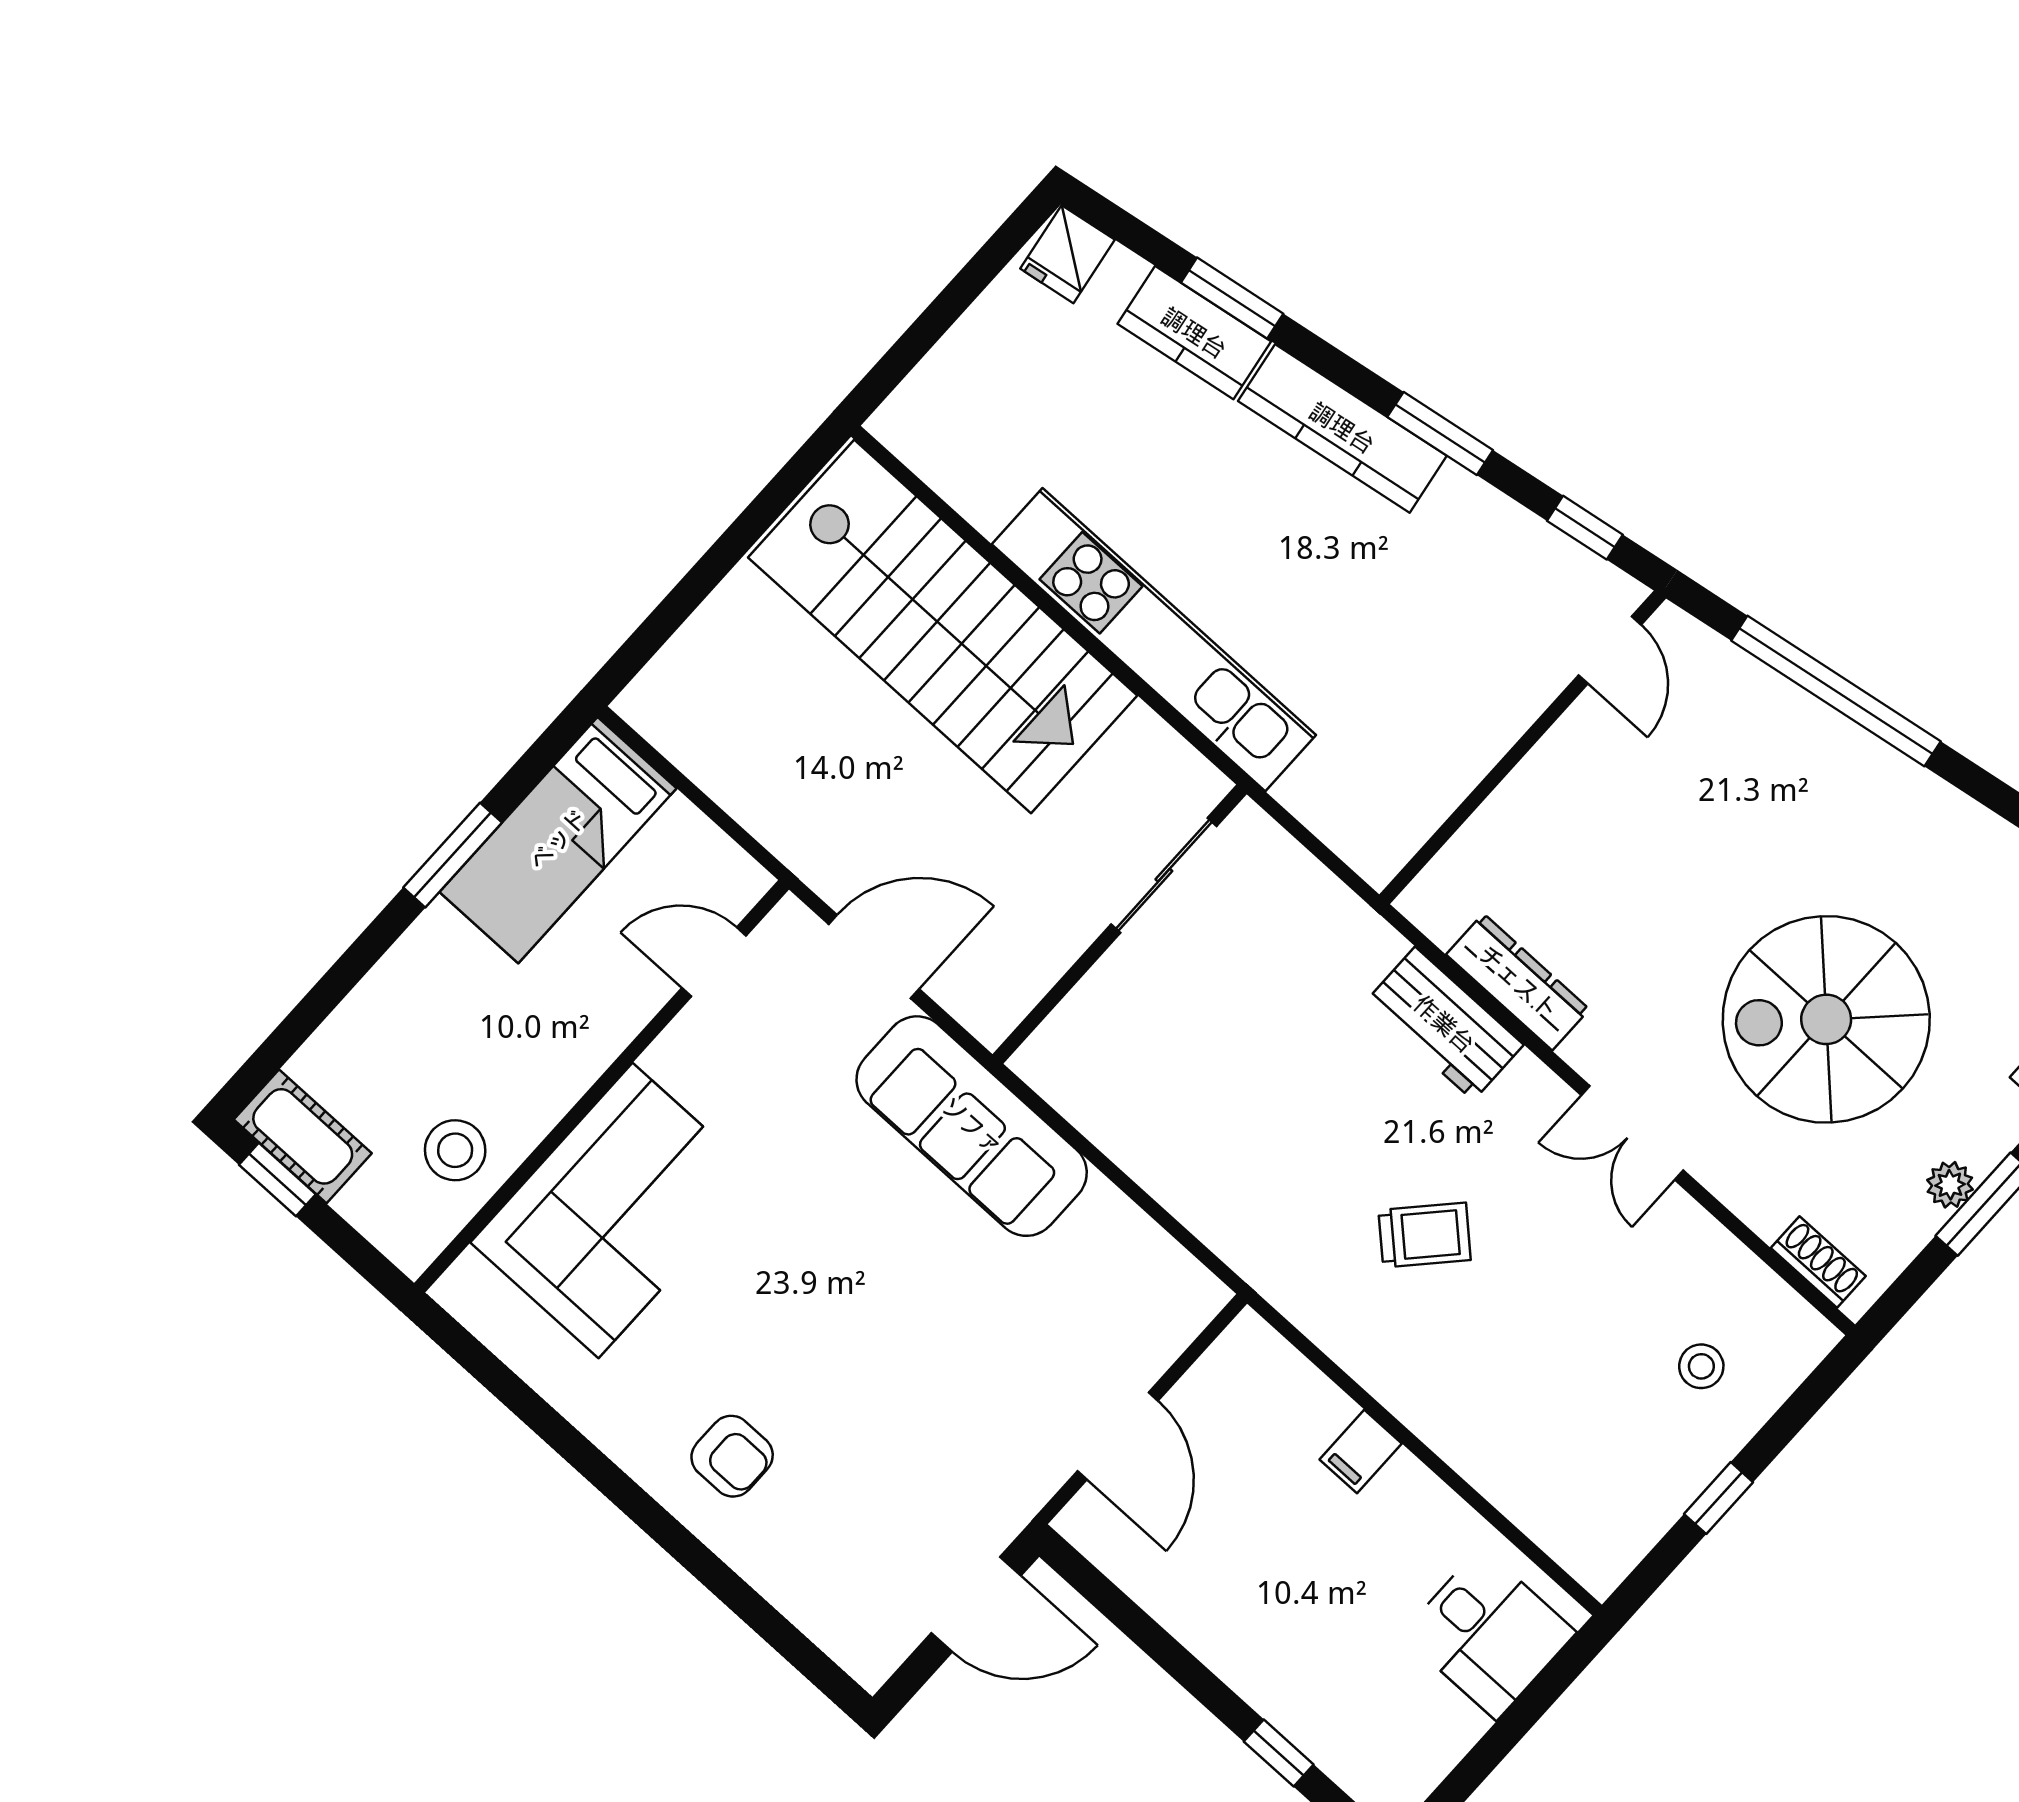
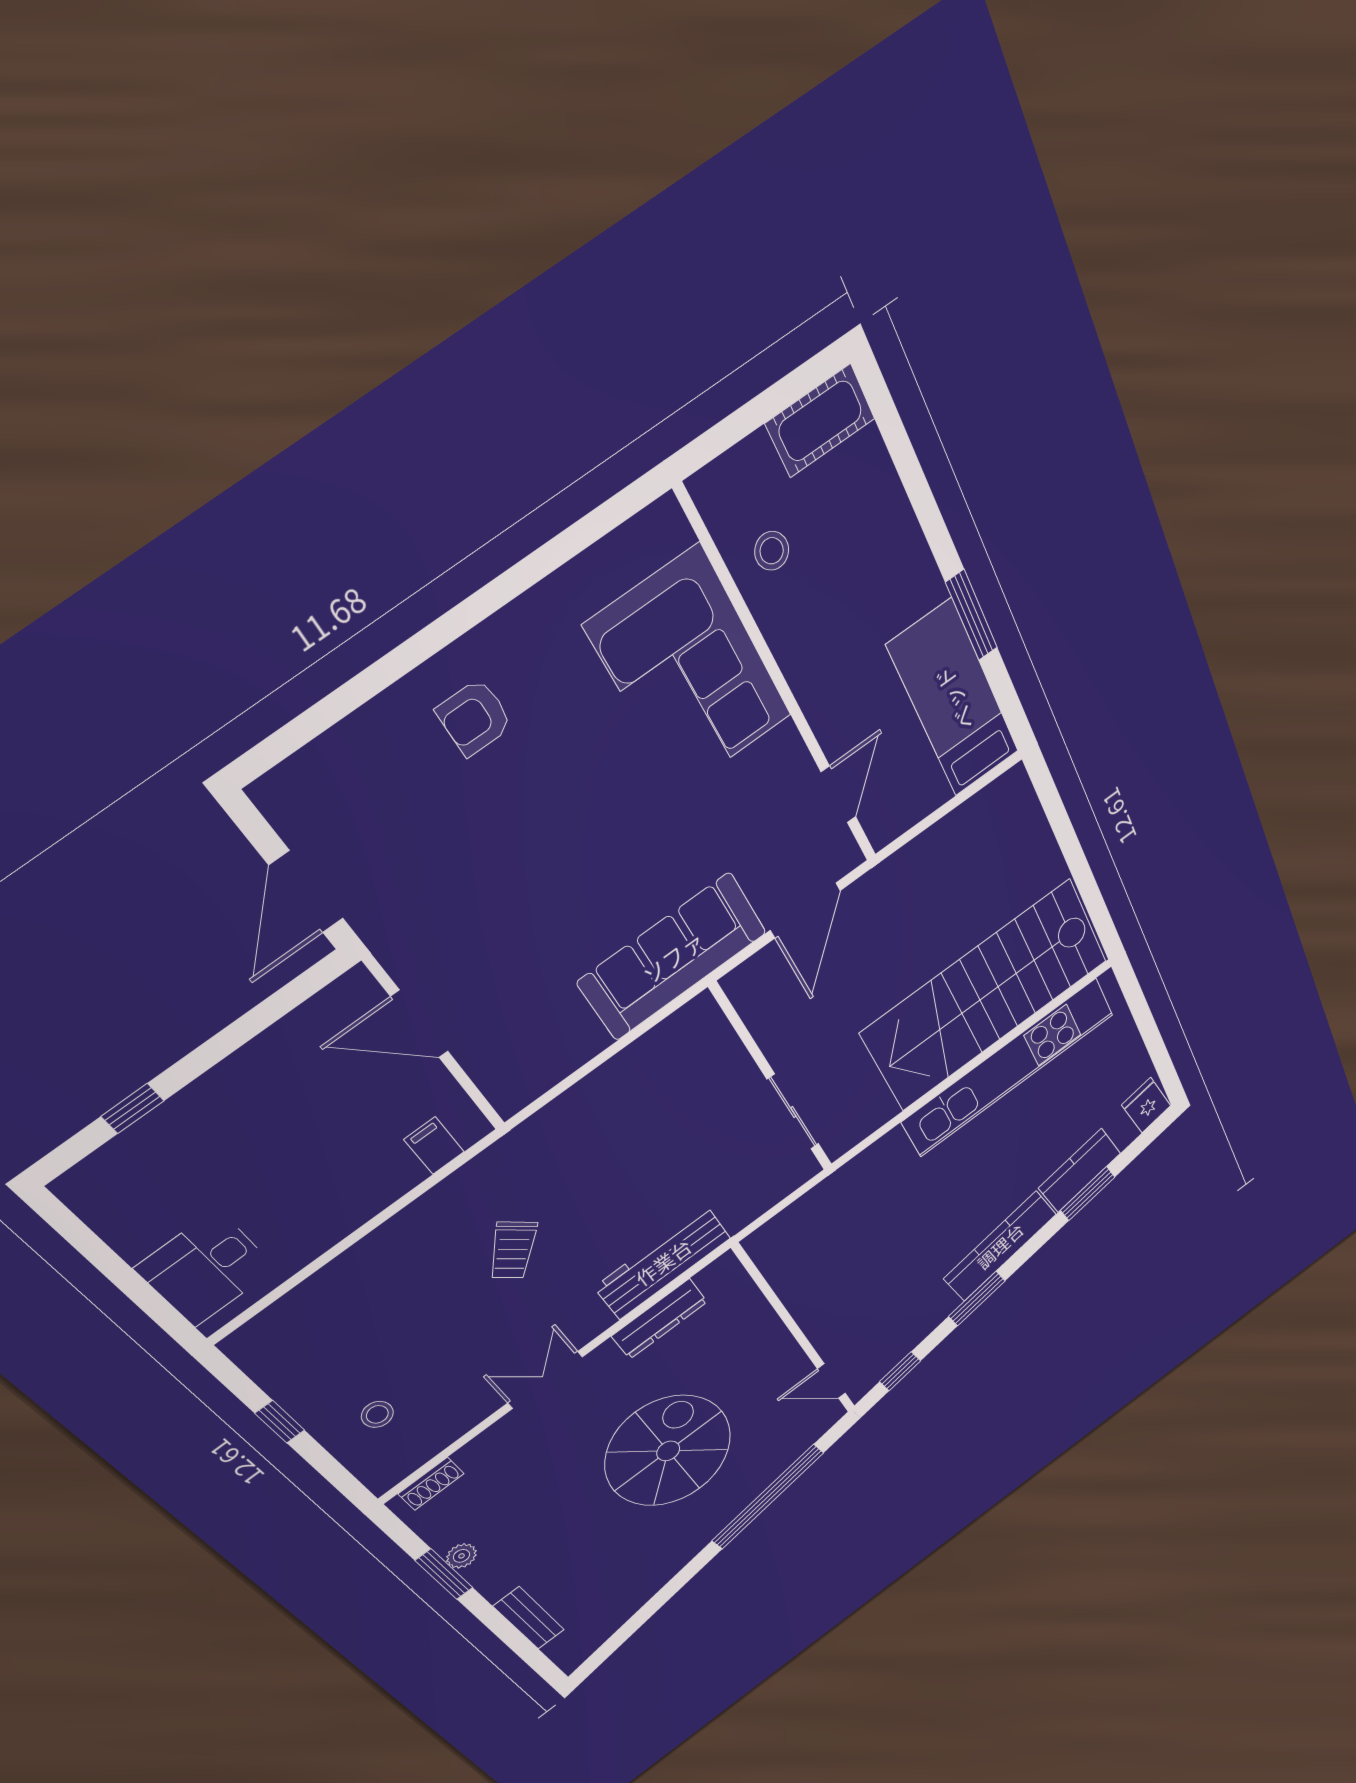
kitchen unit: (1154, 640) -> (1008, 1068), moved
spiral stairs: (1826, 1019) -> (668, 1451), moved
workbench: (1444, 1024) -> (663, 1262), width x1.38
stool: (455, 1150) -> (772, 551), width x0.73, depth x0.73
window: (277, 1179) -> (795, 386), removed
filing cabinet: (1361, 1451) -> (434, 1146), moved

